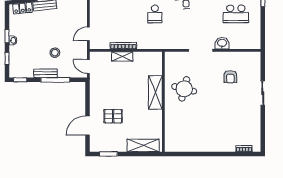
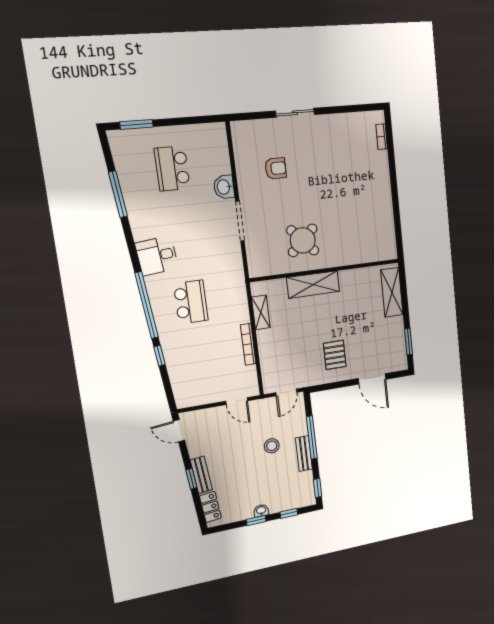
school desk: (155, 14) -> (191, 302), width x1.85
school desk: (236, 14) -> (172, 168), turned 180
shelving: (122, 56) -> (261, 312), moved
round table: (184, 89) -> (303, 240), turned 33
pallet: (113, 116) -> (335, 355), moved

